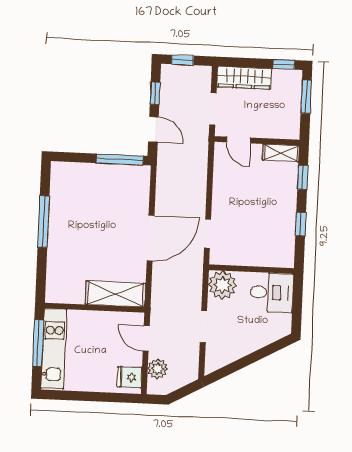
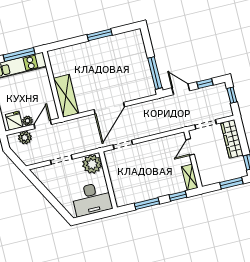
door: (153, 129) -> (181, 89), swing flipped
window: (43, 222) -> (100, 35), width x0.69
window: (301, 224) -> (147, 204), width x1.50
door: (151, 238) -> (109, 108), hinge flipped
desk: (272, 293) -> (92, 199), width x1.37
plant: (135, 358) -> (28, 121), added

